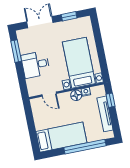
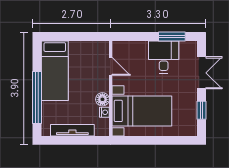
desk: (36, 65) -> (164, 57), moved
door: (49, 94) -> (111, 66), swing flipped
window: (111, 100) -> (88, 140), removed

